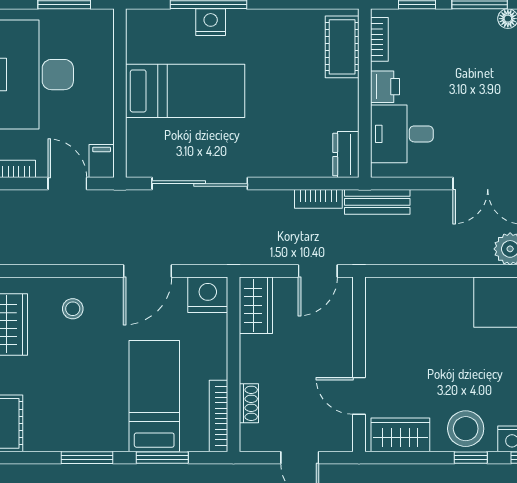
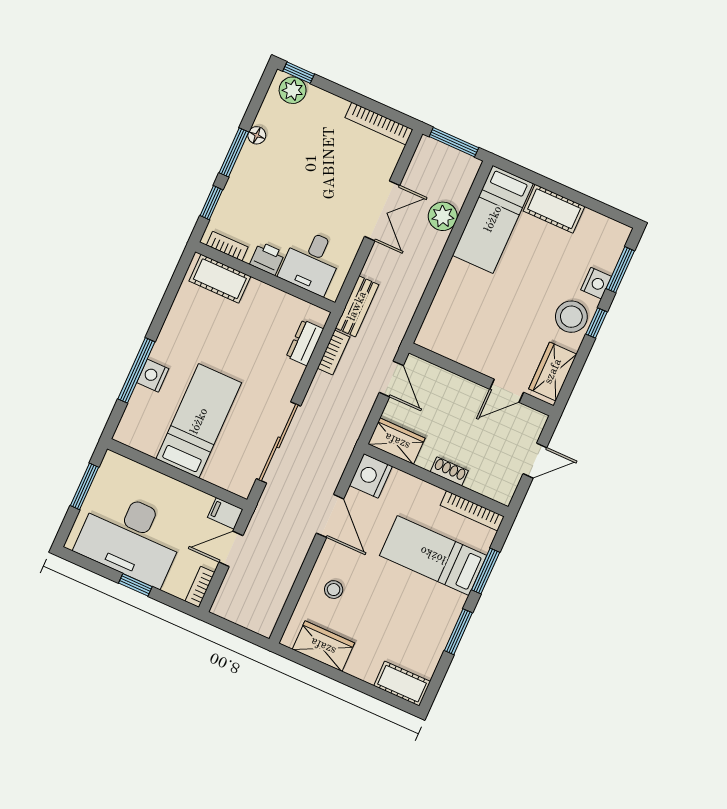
dresser: (346, 154) -> (305, 343), moved, turned 90
shoe rack: (249, 403) -> (449, 471), moved

